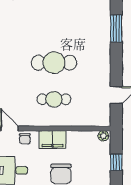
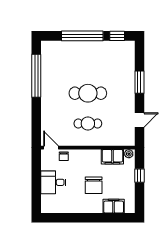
window: (116, 28) -> (139, 82), moved
filing cabinet: (52, 139) -> (112, 157), moved

